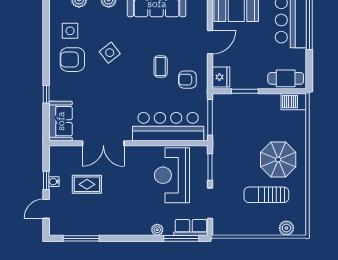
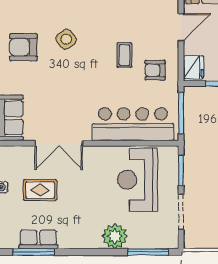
side table: (70, 31) -> (21, 14), removed
row of seats: (191, 227) -> (38, 239), moved
plant: (157, 230) -> (115, 236), width x1.87, depth x1.87

